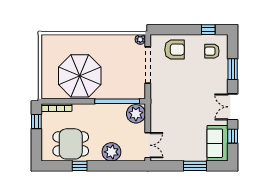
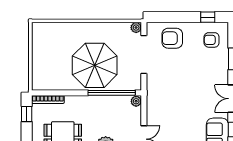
armchair: (175, 50) -> (172, 38), turned 180
parasol: (80, 76) -> (95, 65), moved
plant: (136, 114) -> (136, 101), width x0.53, depth x0.53

